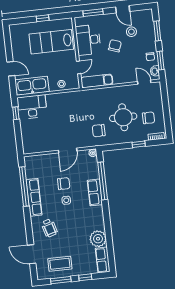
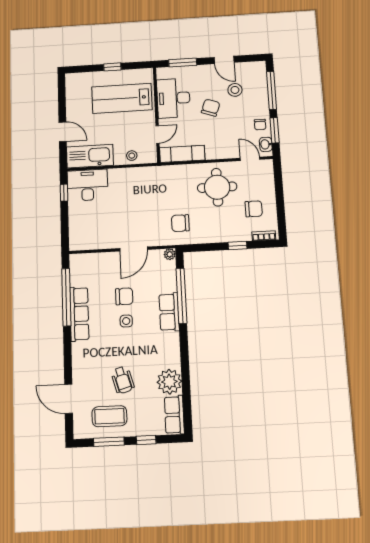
window: (157, 31) -> (271, 90), width x1.44
round table: (123, 117) -> (217, 187), moved
wheelchair: (49, 228) -> (123, 380), moved

